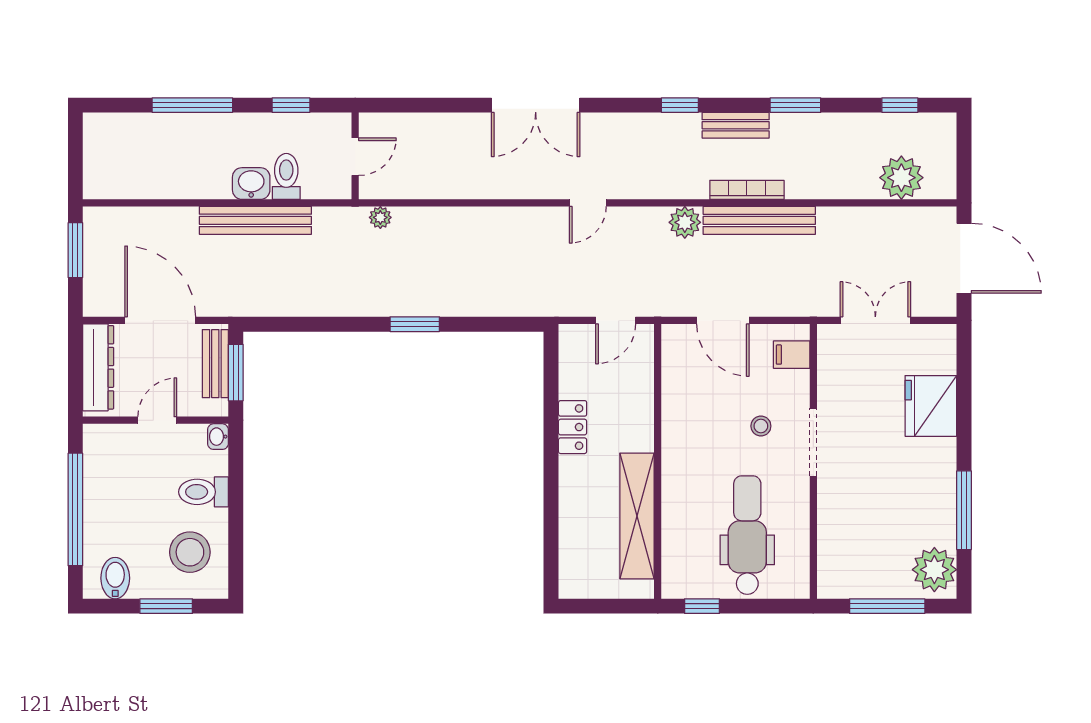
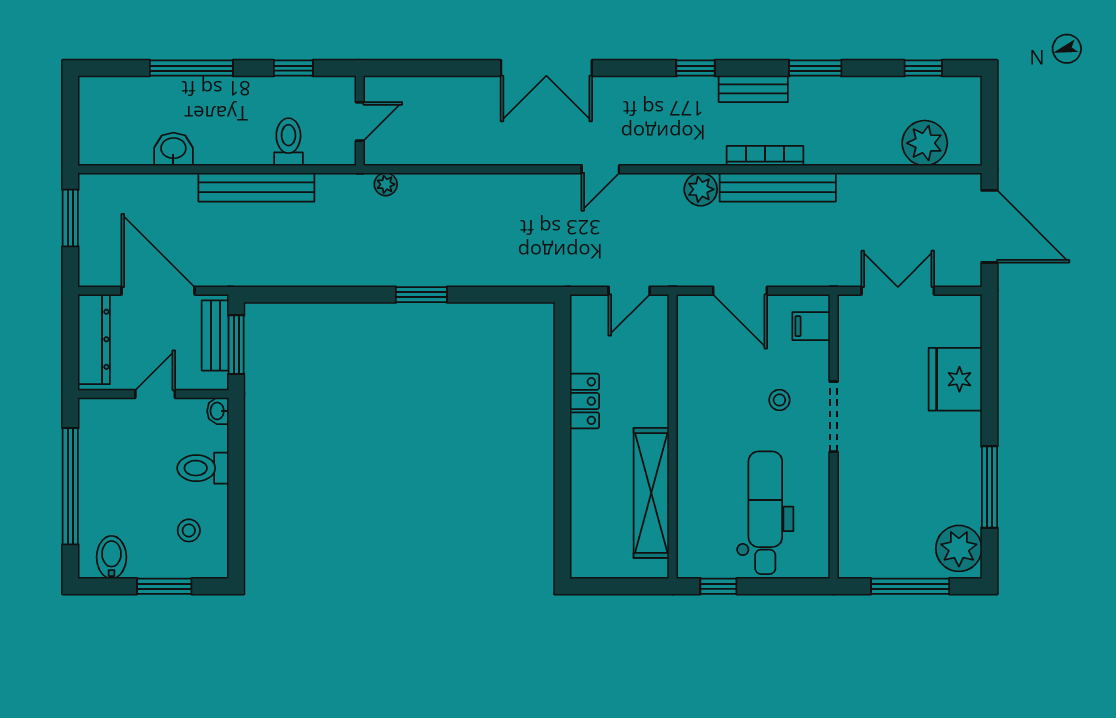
washbasin: (251, 184) -> (173, 149), moved
stool: (190, 552) -> (189, 530), width x0.53, depth x0.53

